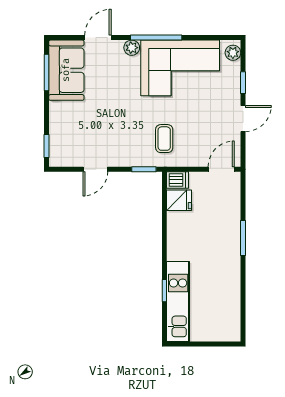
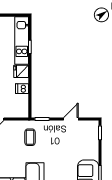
dishwasher: (178, 180) -> (22, 89), moved
fridge: (179, 200) -> (21, 71), moved

